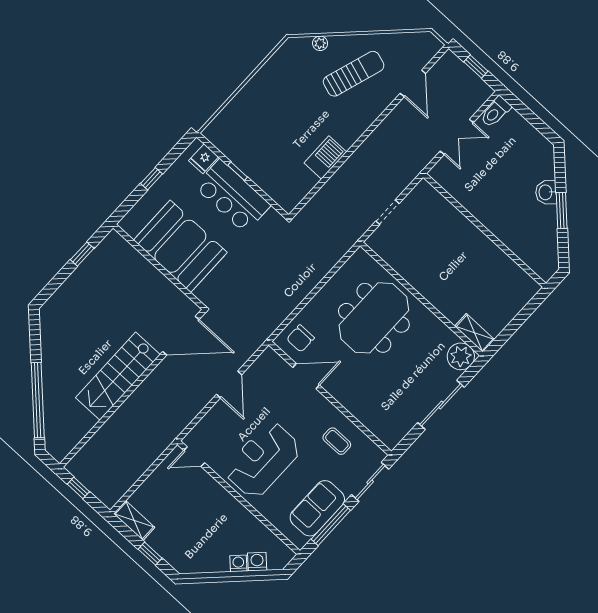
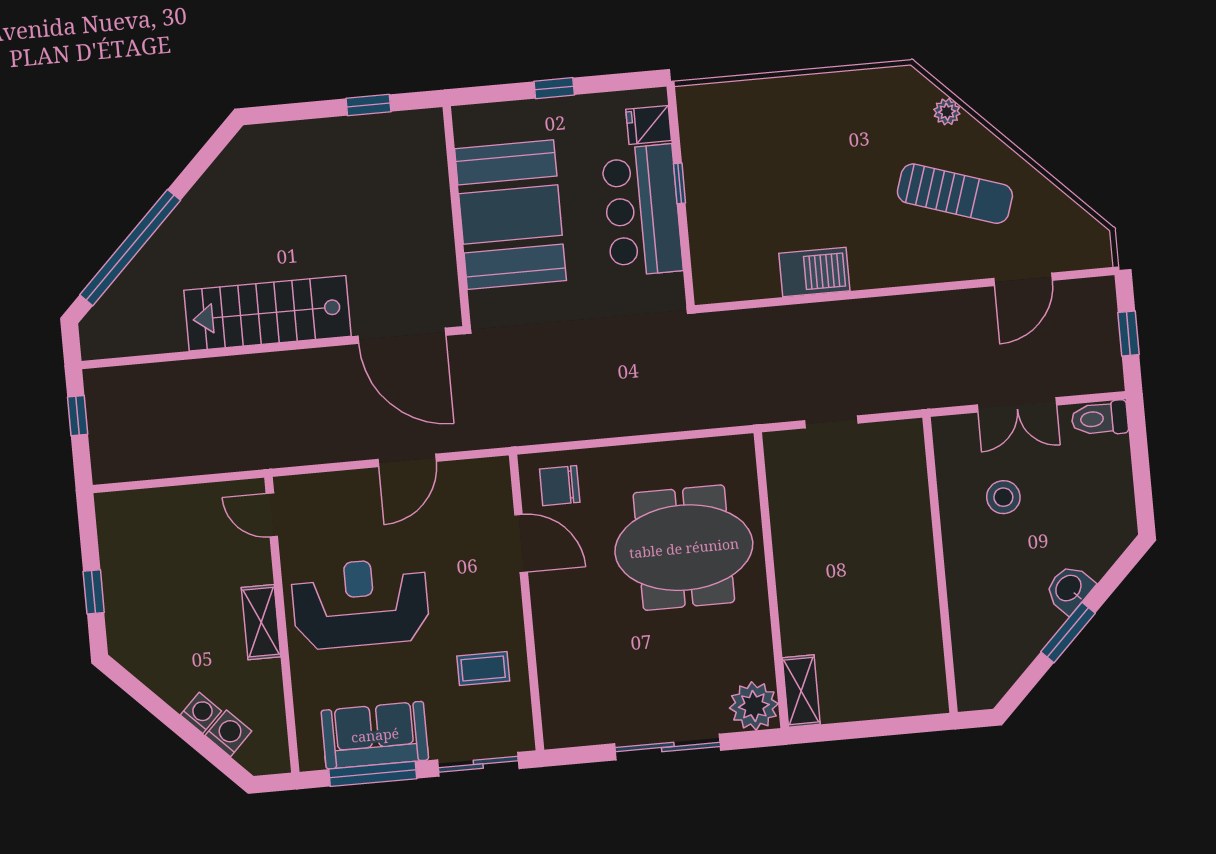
stool: (485, 179) -> (1003, 497), added
coffee table: (337, 441) -> (483, 669), turned 90
shelving: (134, 521) -> (261, 622), moved

